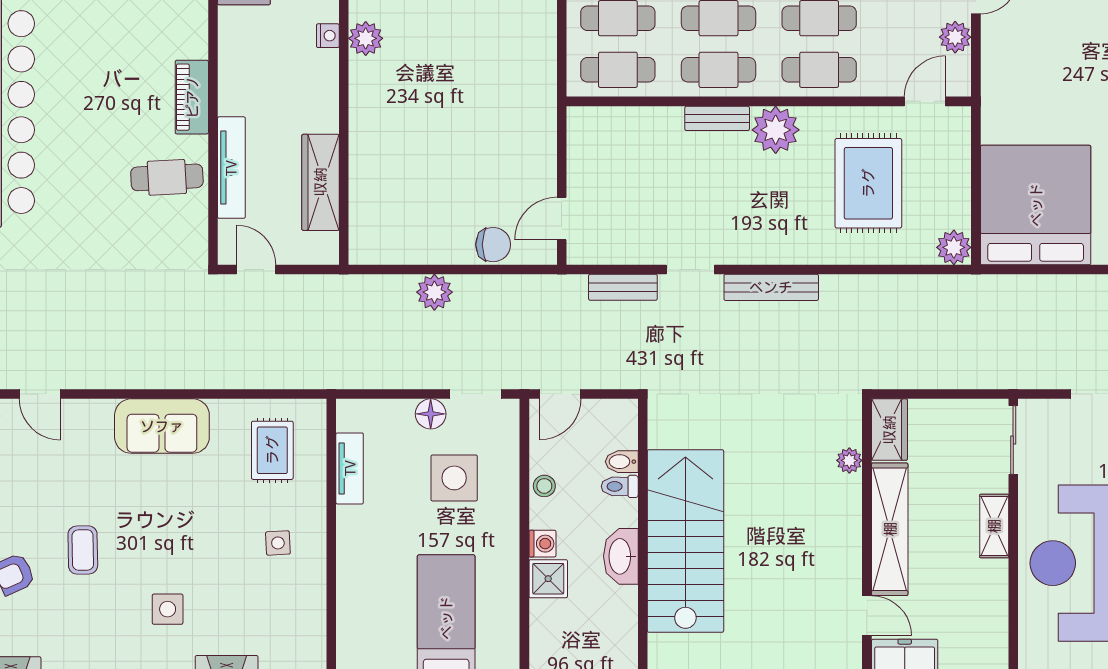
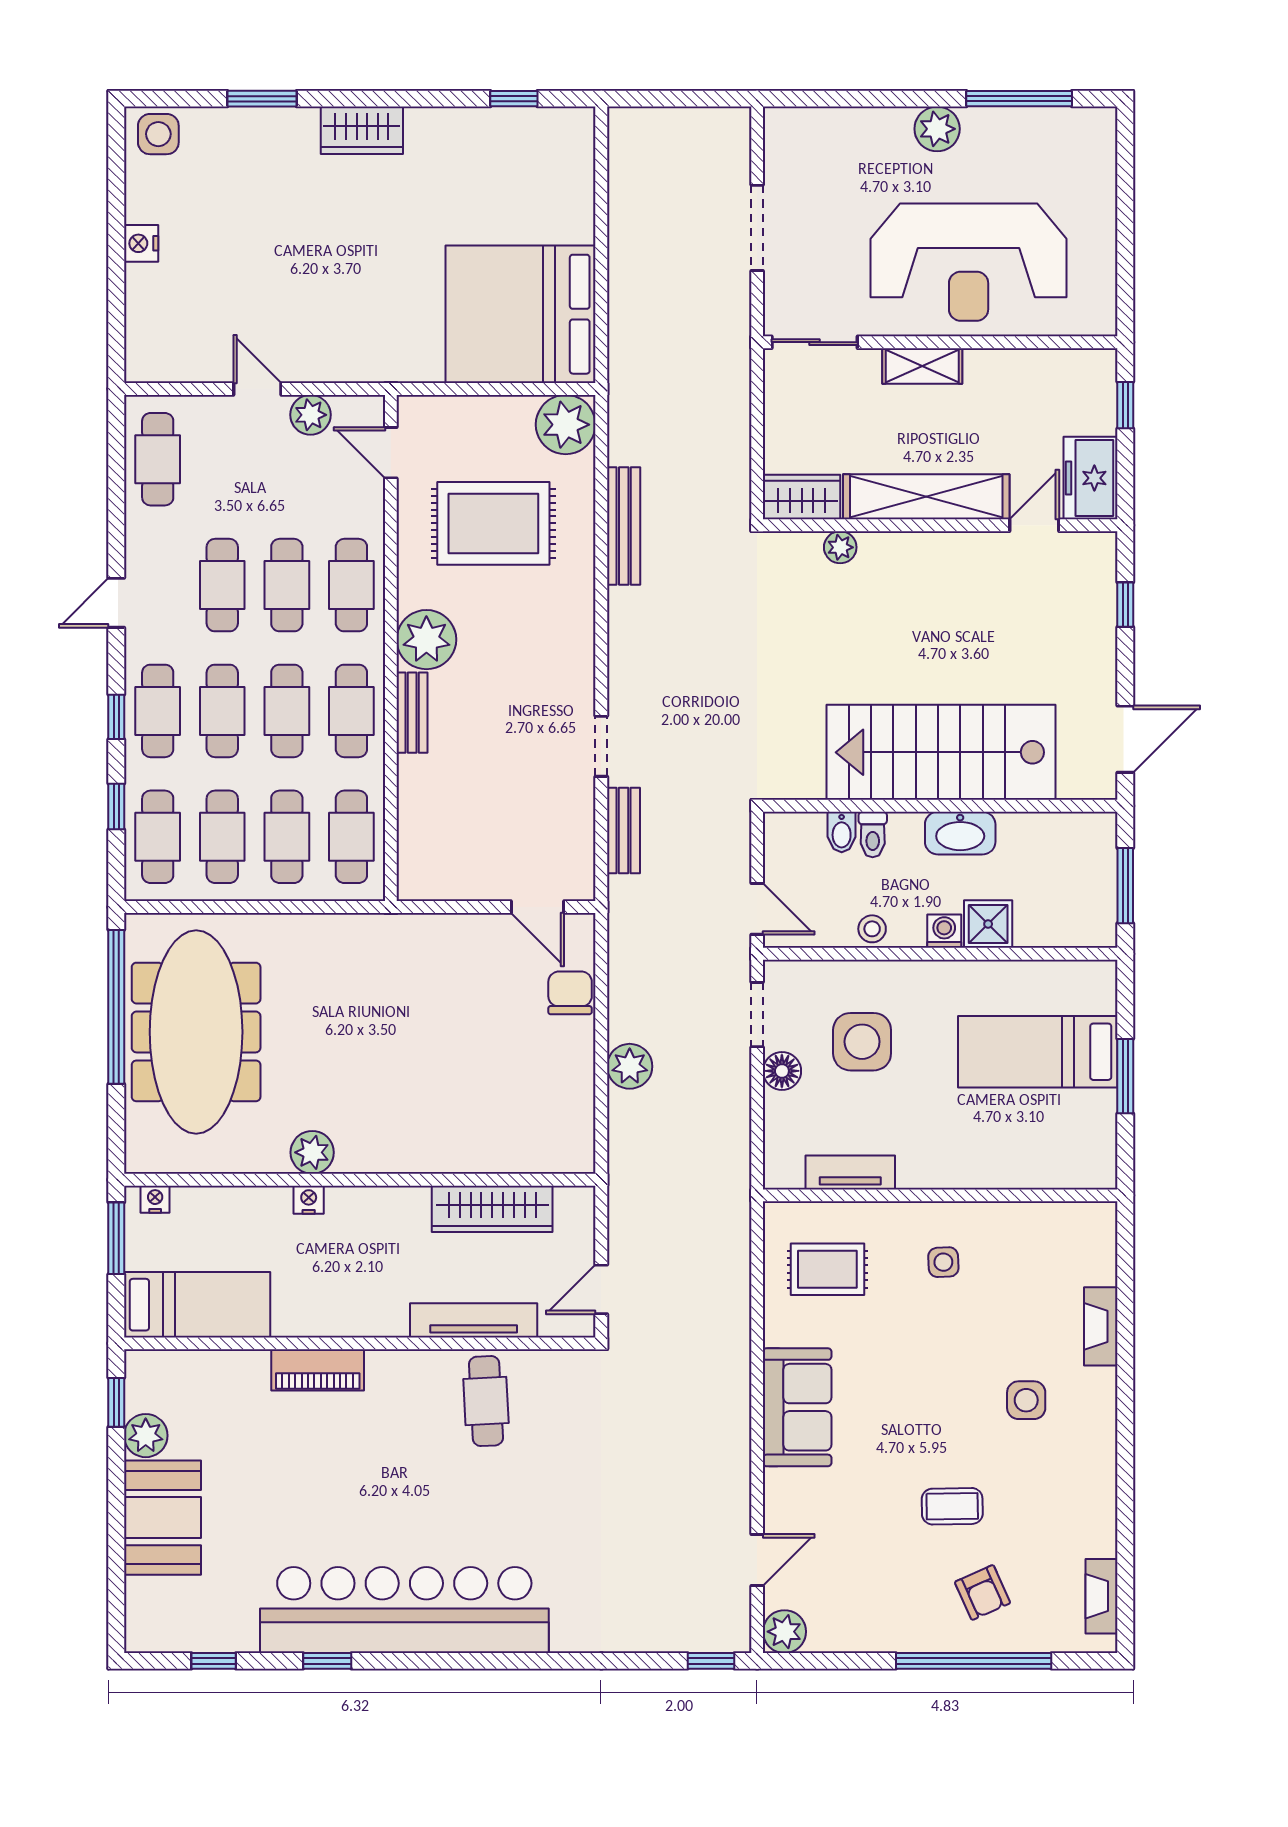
piano: (192, 97) -> (318, 1370), moved
plant: (954, 247) -> (566, 425), width x1.36, depth x1.36
bench: (771, 287) -> (624, 526), moved

